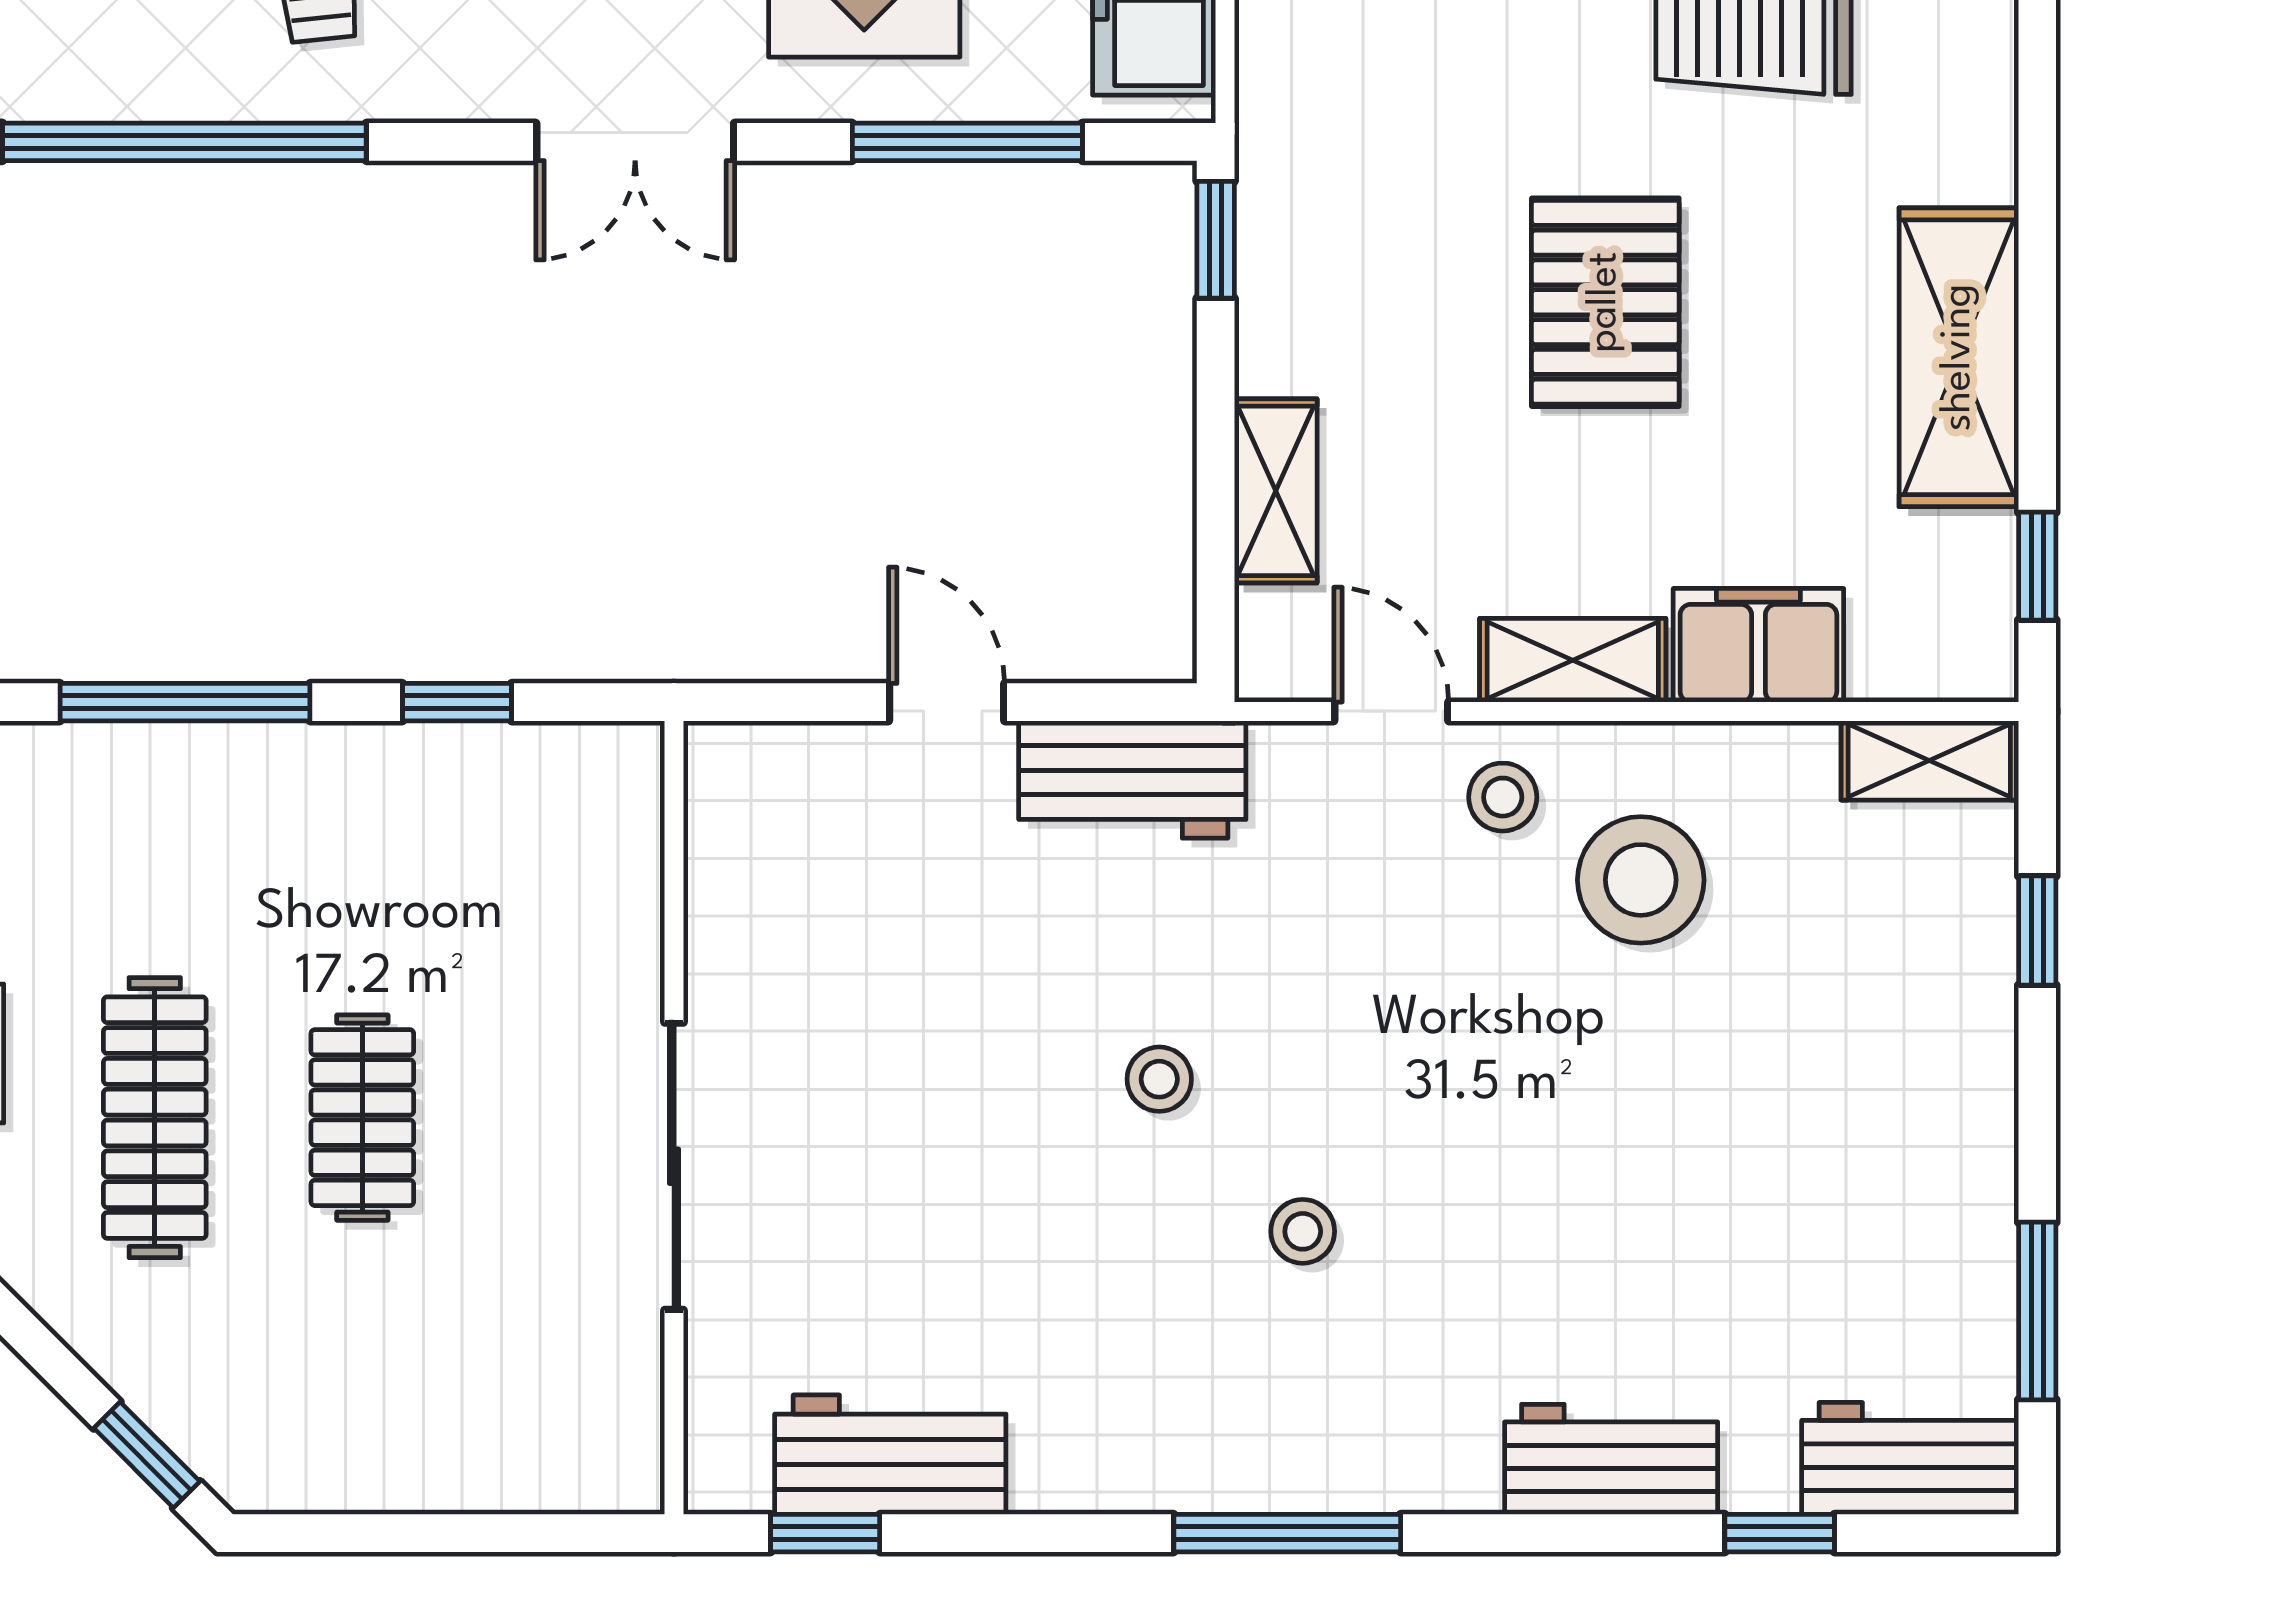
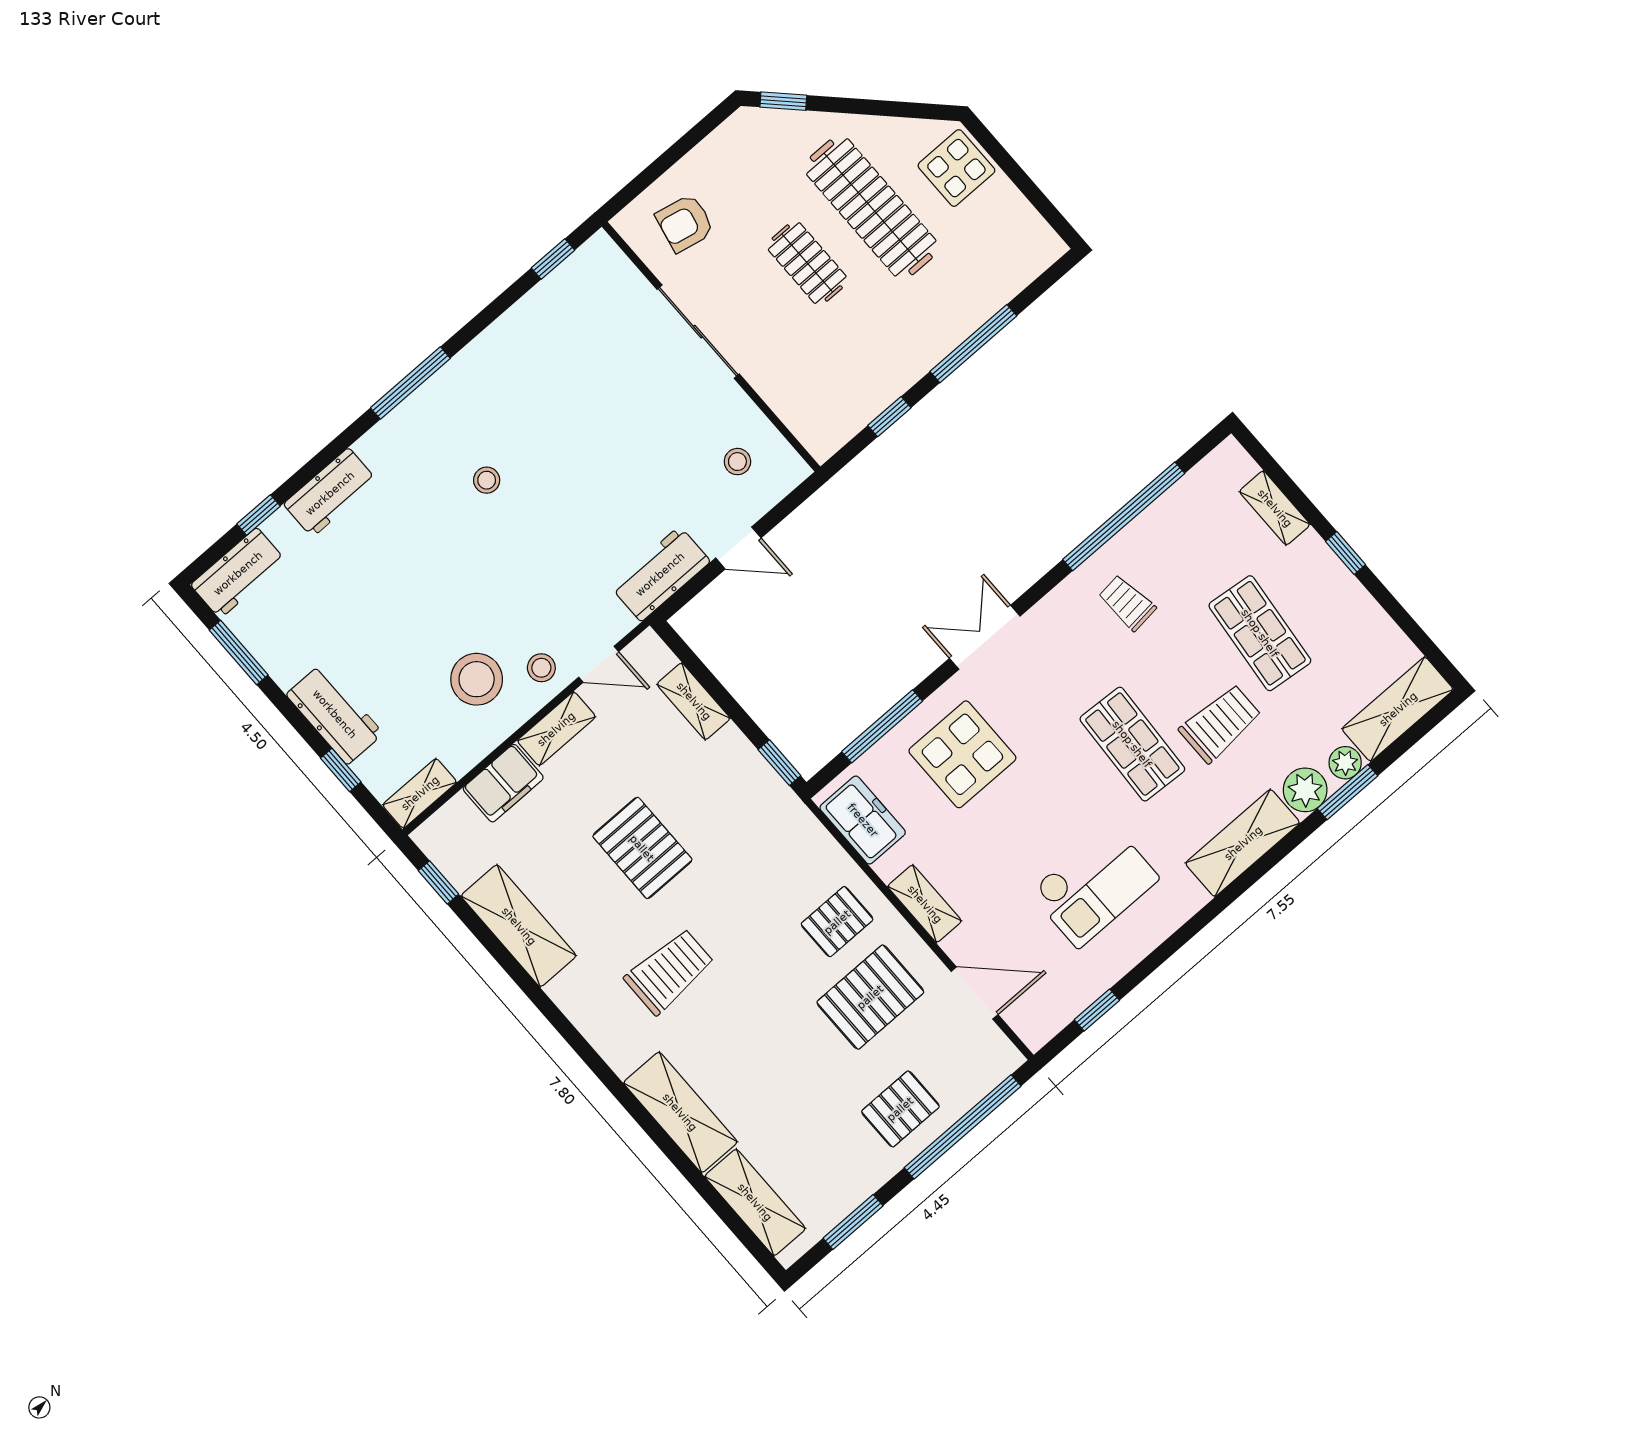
stool: (1159, 1079) -> (737, 462), moved
clothes rail: (155, 1118) -> (871, 207), width x1.37, depth x1.31
armchair: (524, 1388) -> (685, 223), added
workbench: (890, 1455) -> (335, 714), moved, turned -90

